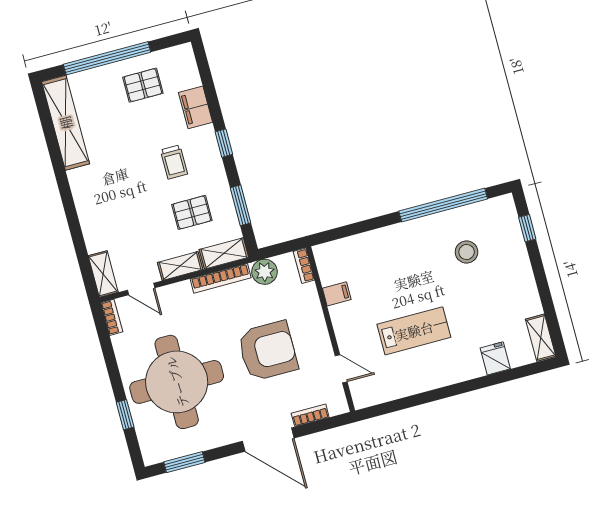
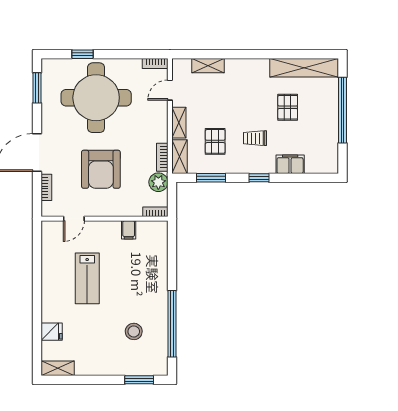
pallet: (143, 85) -> (288, 107), moved
window: (527, 228) -> (139, 380), width x1.50
shelving: (103, 274) -> (208, 66), moved
bookcase: (221, 278) -> (162, 157), width x0.64

